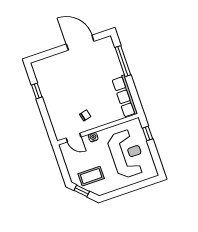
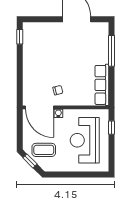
window: (37, 91) -> (20, 37), moved
door: (74, 138) -> (40, 107), width x1.88
reception desk: (127, 154) -> (85, 140), turned 180

